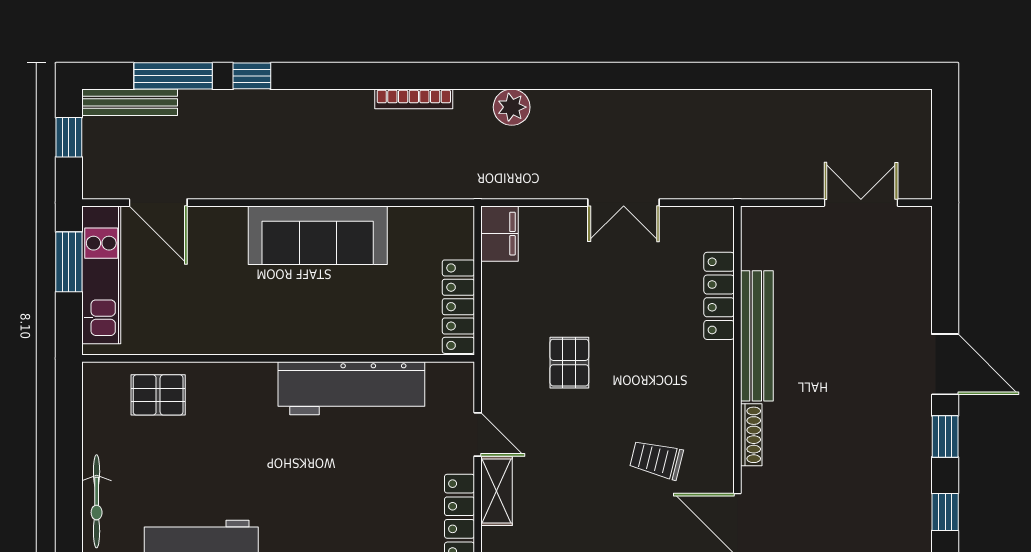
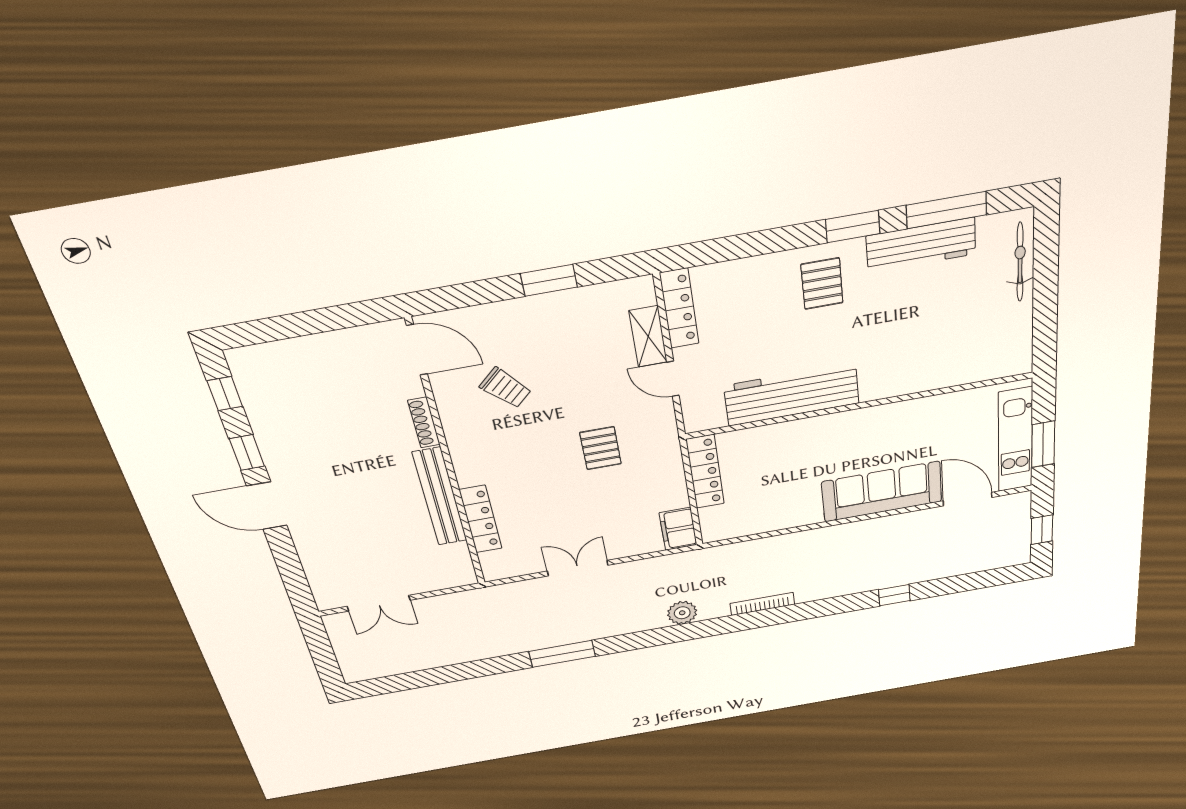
window: (173, 76) -> (562, 654), moved
bench: (130, 102) -> (992, 561), removed
sofa: (318, 235) -> (882, 492), moved
pallet: (158, 395) -> (822, 284), moved, turned 90
trolley: (656, 460) -> (506, 388), turned 33

